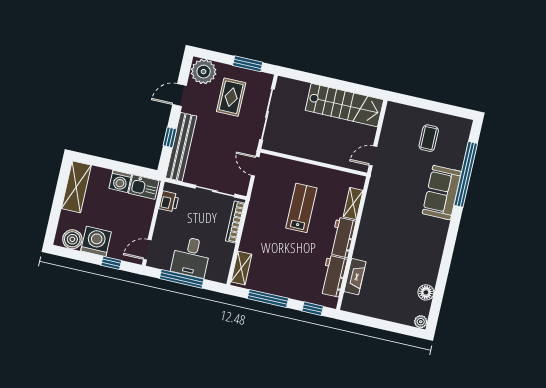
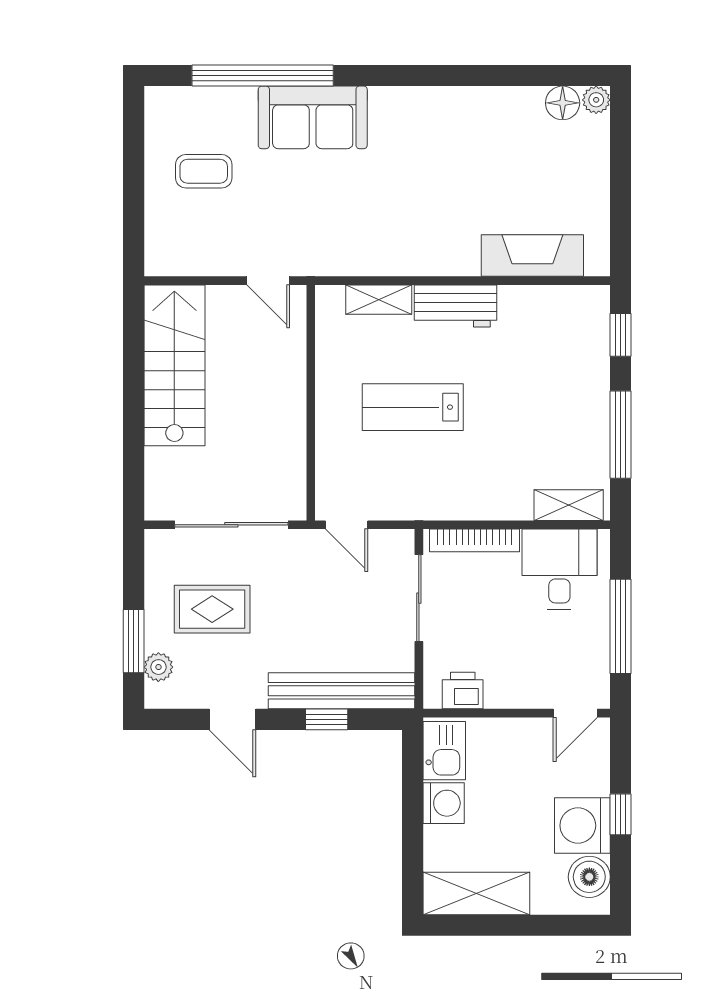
window: (248, 64) -> (134, 641), moved
plant: (204, 72) -> (158, 667), width x0.53, depth x0.53
door: (255, 166) -> (347, 525), hinge flipped
door: (147, 250) -> (575, 713), hinge flipped
desk: (191, 257) -> (559, 569), moved, turned -90
window: (111, 263) -> (621, 814), moved
workbench: (333, 276) -> (542, 307), removed
fireplace: (355, 277) -> (532, 255), width x1.37, depth x1.32
floor lamp: (426, 292) -> (563, 103), moved

